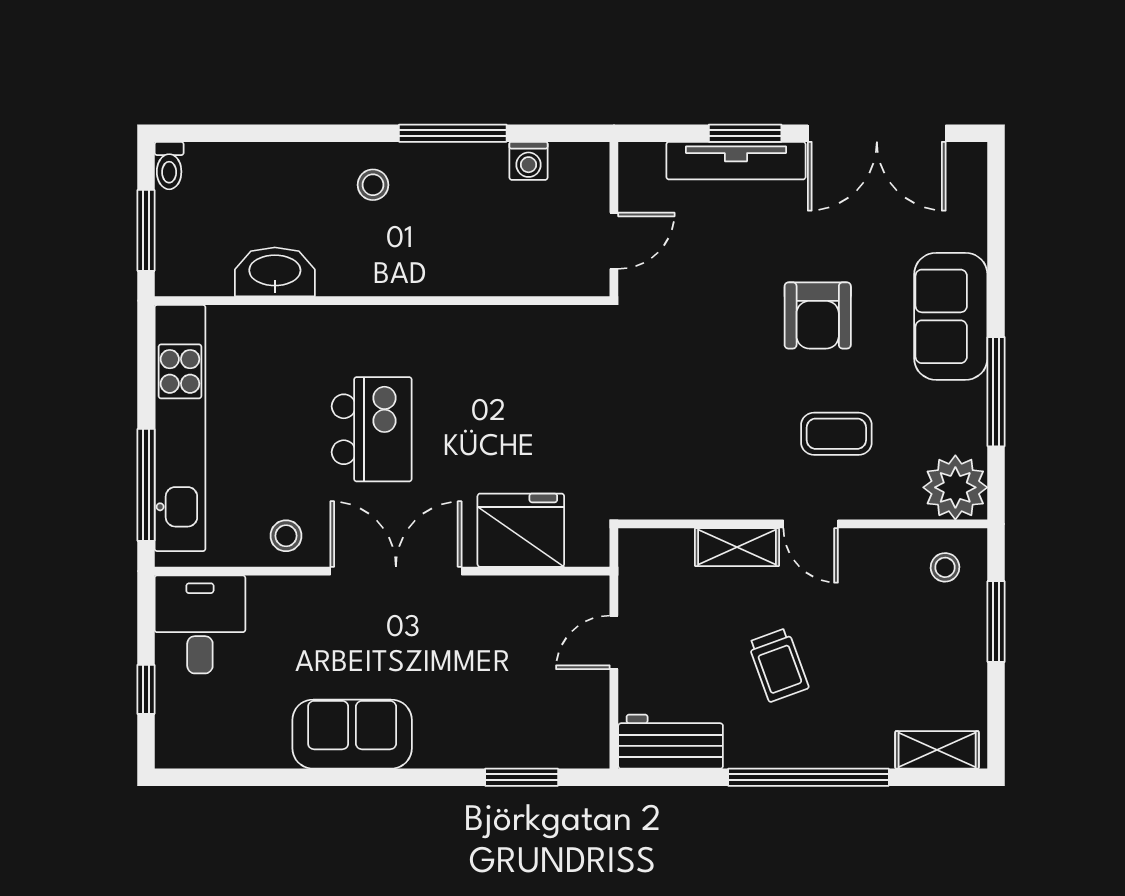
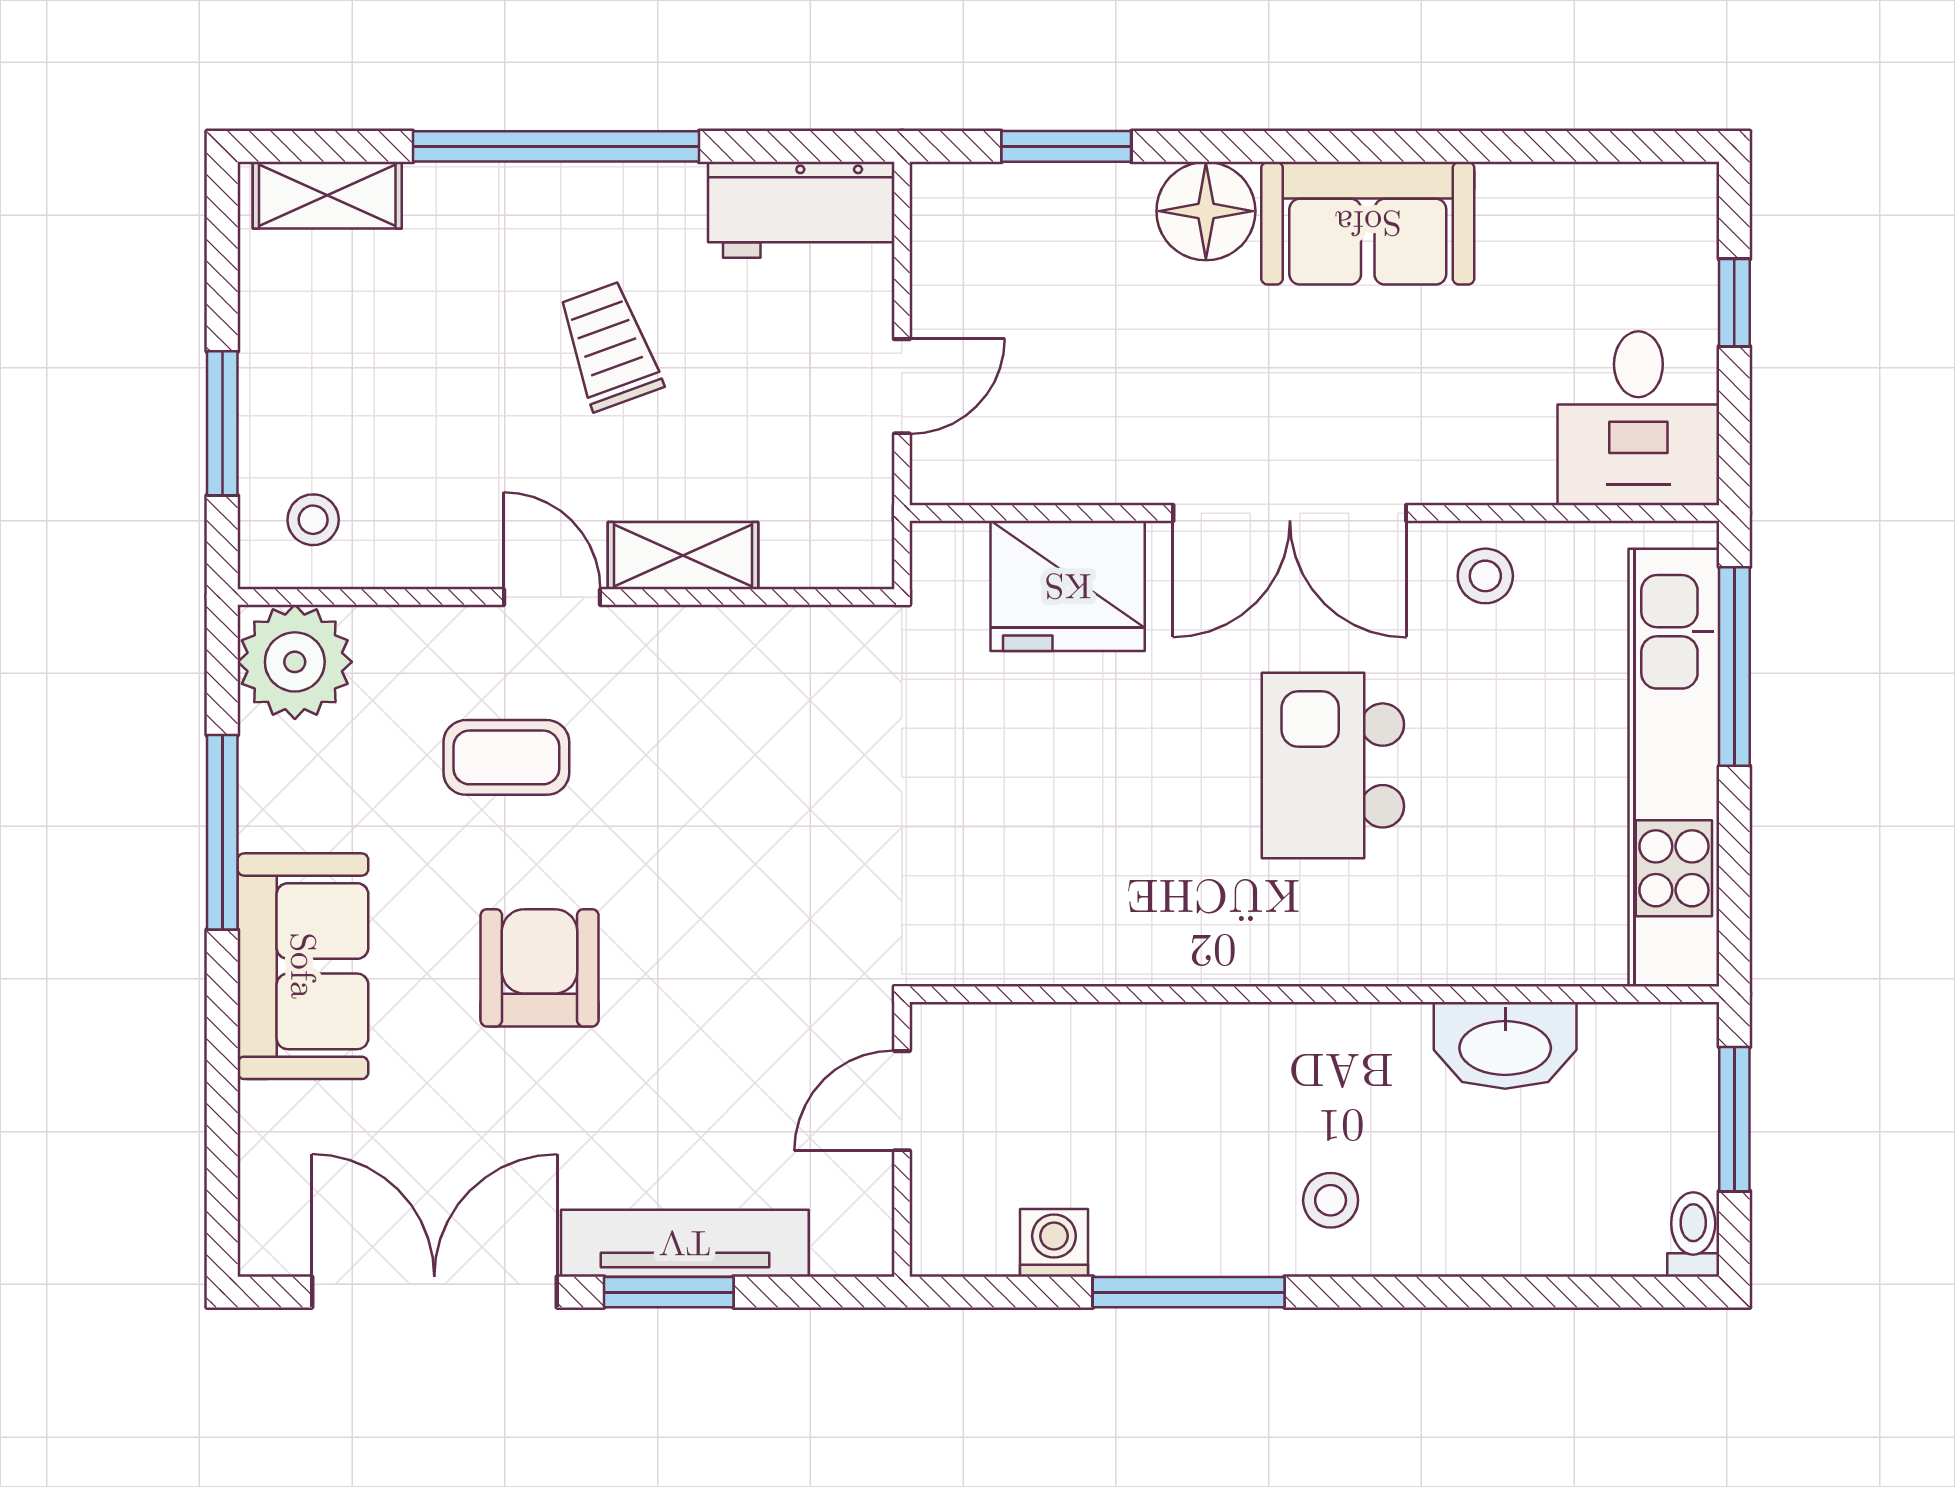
floor lamp: (443, 741) -> (1206, 211), added

